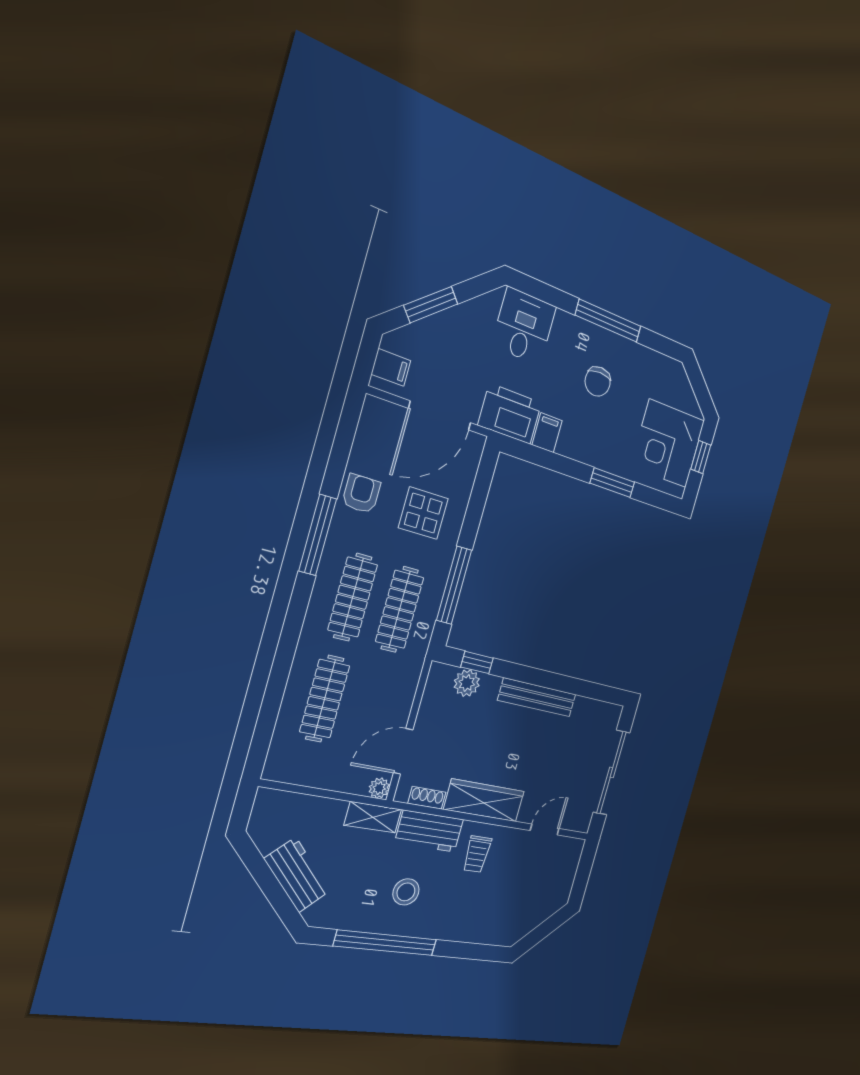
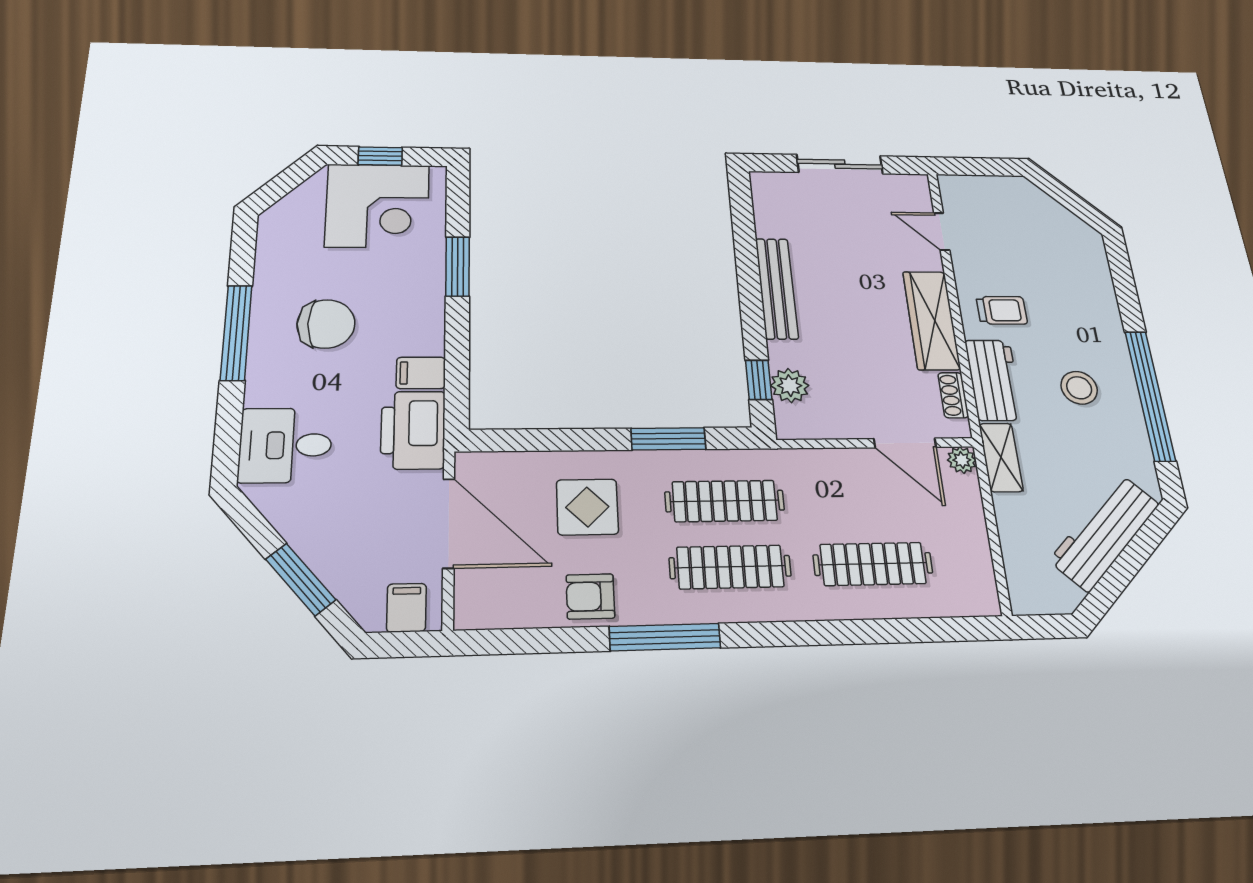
chair: (598, 382) -> (326, 324), width x1.37, depth x1.37
window: (454, 585) -> (668, 439), width x0.69
sliding door: (611, 772) -> (840, 164), width x0.73
workbench: (297, 875) -> (1105, 532), width x1.37

